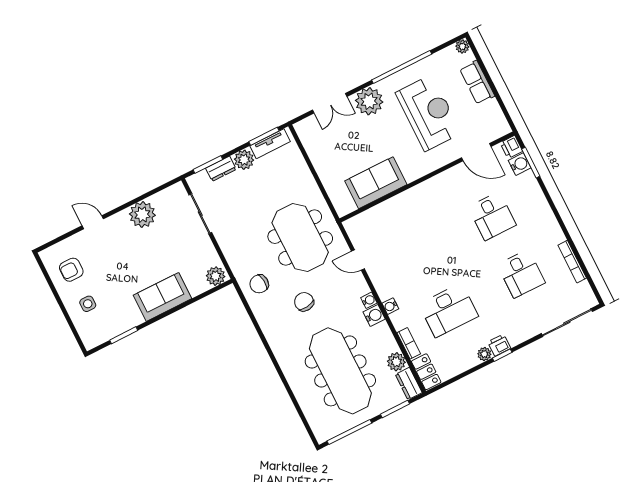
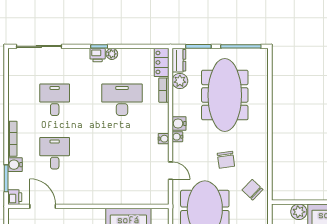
water cooler: (520, 164) -> (15, 165), moved
bookcase: (572, 262) -> (12, 139), moved
plant: (216, 276) -> (299, 212), moved
chair: (259, 284) -> (252, 190), turned -131
water cooler: (390, 306) -> (164, 139), moved

